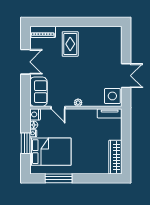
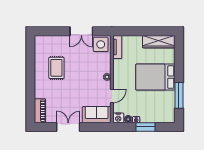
rug: (70, 44) -> (56, 68), moved, turned 90
double door: (126, 76) -> (81, 31), swing flipped
bed: (50, 152) -> (155, 77), moved, turned -90

